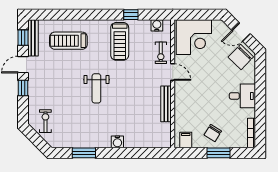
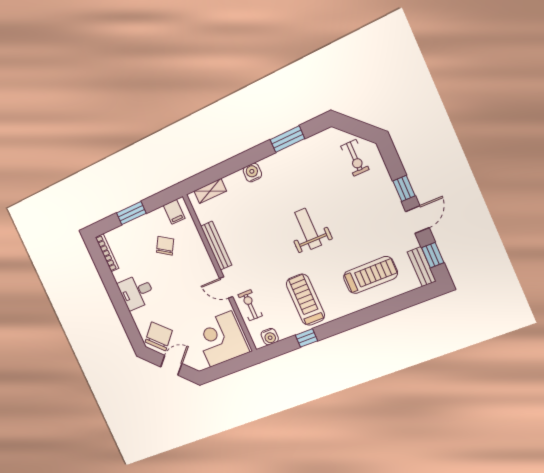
bench: (33, 38) -> (422, 267), width x0.73
chair: (213, 133) -> (165, 246), moved
shelving: (153, 143) -> (210, 191), added

